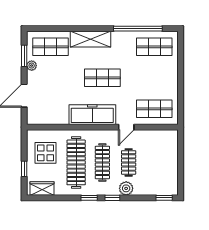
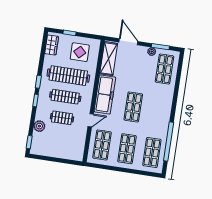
shelving: (91, 39) -> (109, 59), moved
shop shelf: (154, 78) -> (127, 149), added
door: (126, 127) -> (91, 120), swing flipped
plant: (126, 188) -> (39, 126), moved

